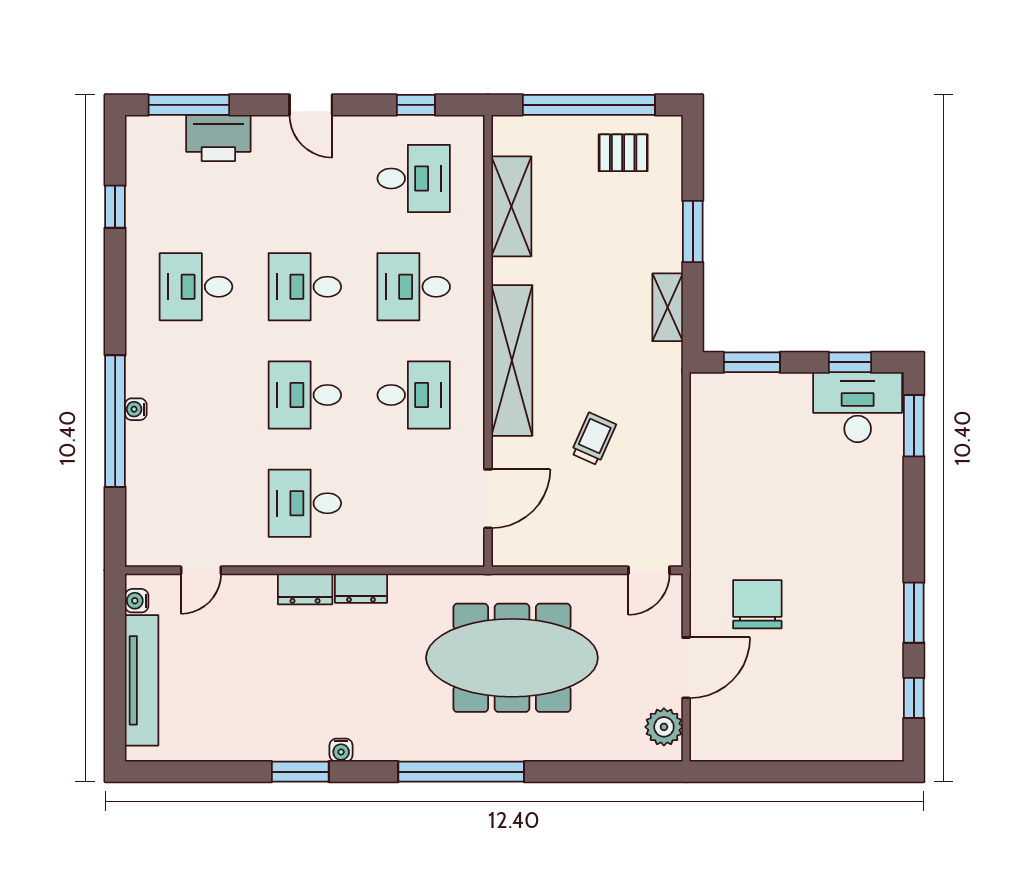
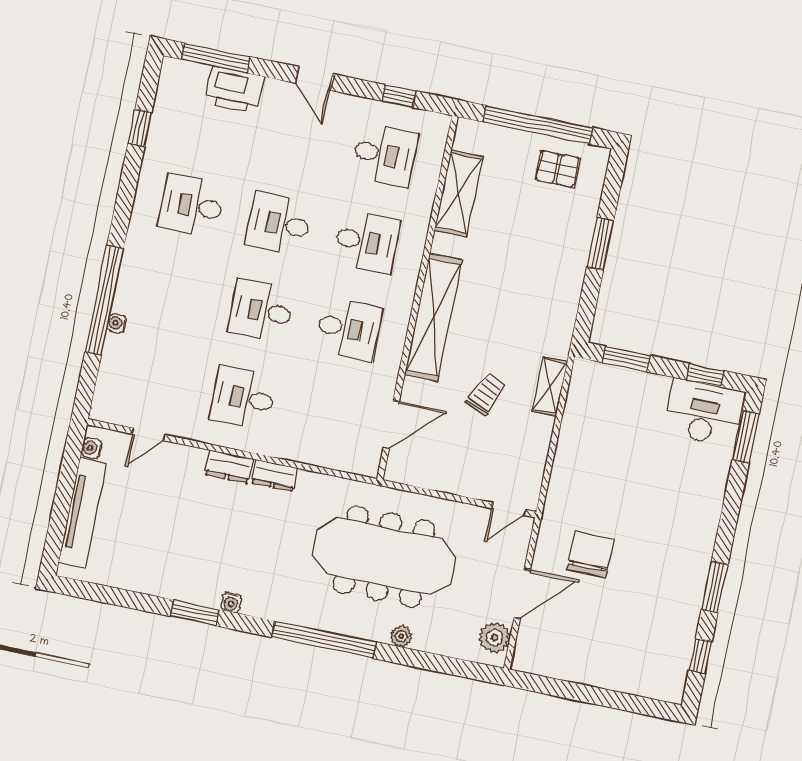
desk: (414, 287) -> (367, 242), turned 180
shelving: (668, 307) -> (550, 386), moved
water cooler: (136, 409) -> (117, 323), moved
plant: (552, 748) -> (401, 636), added

